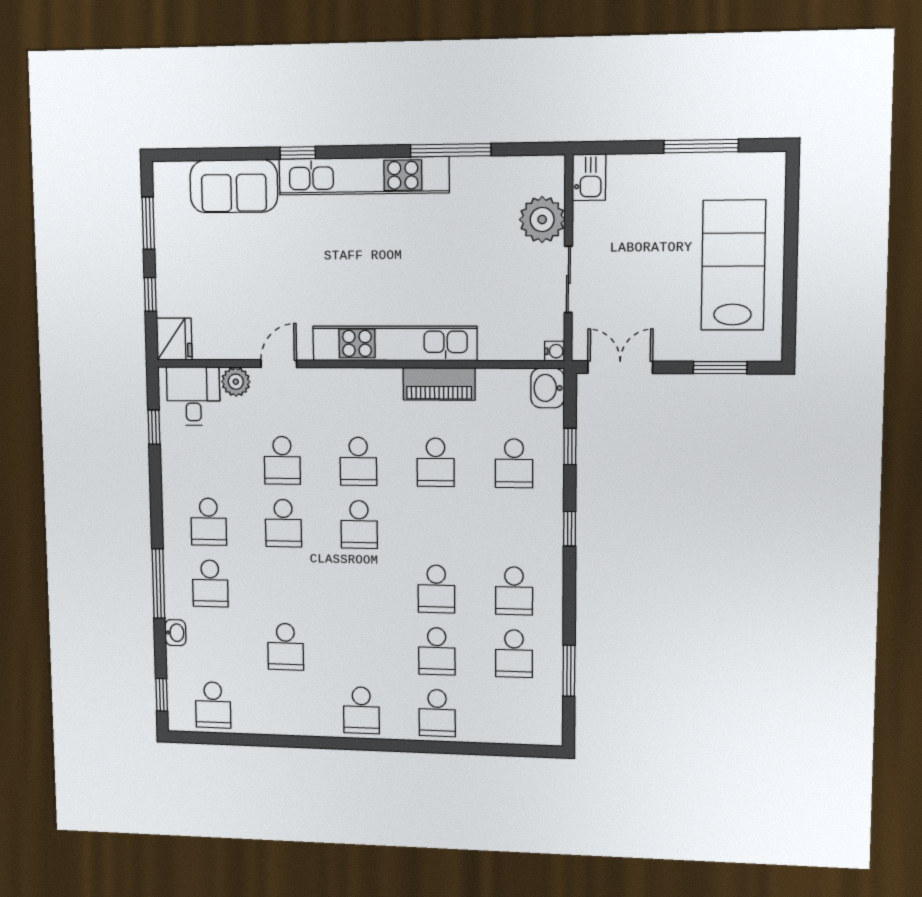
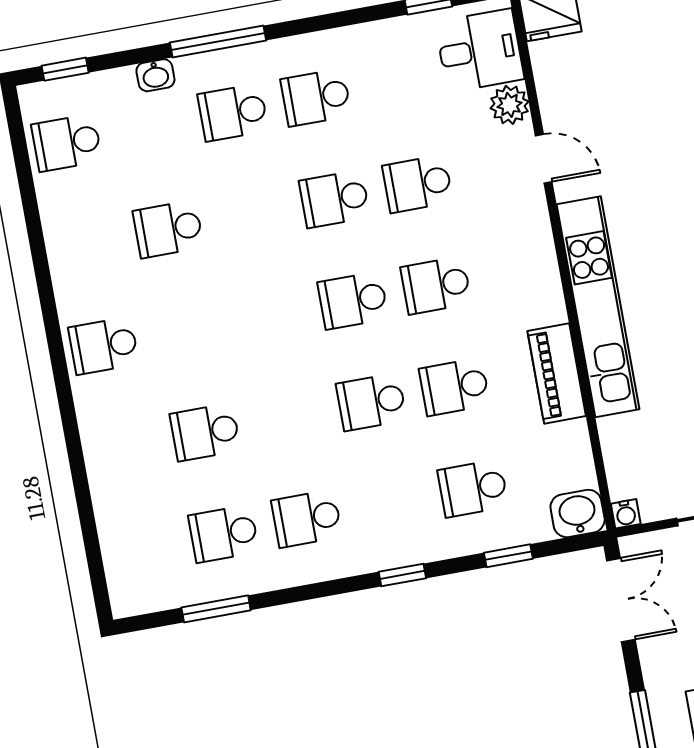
school desk: (436, 589) -> (371, 402), moved
school desk: (437, 713) -> (122, 447), removed

